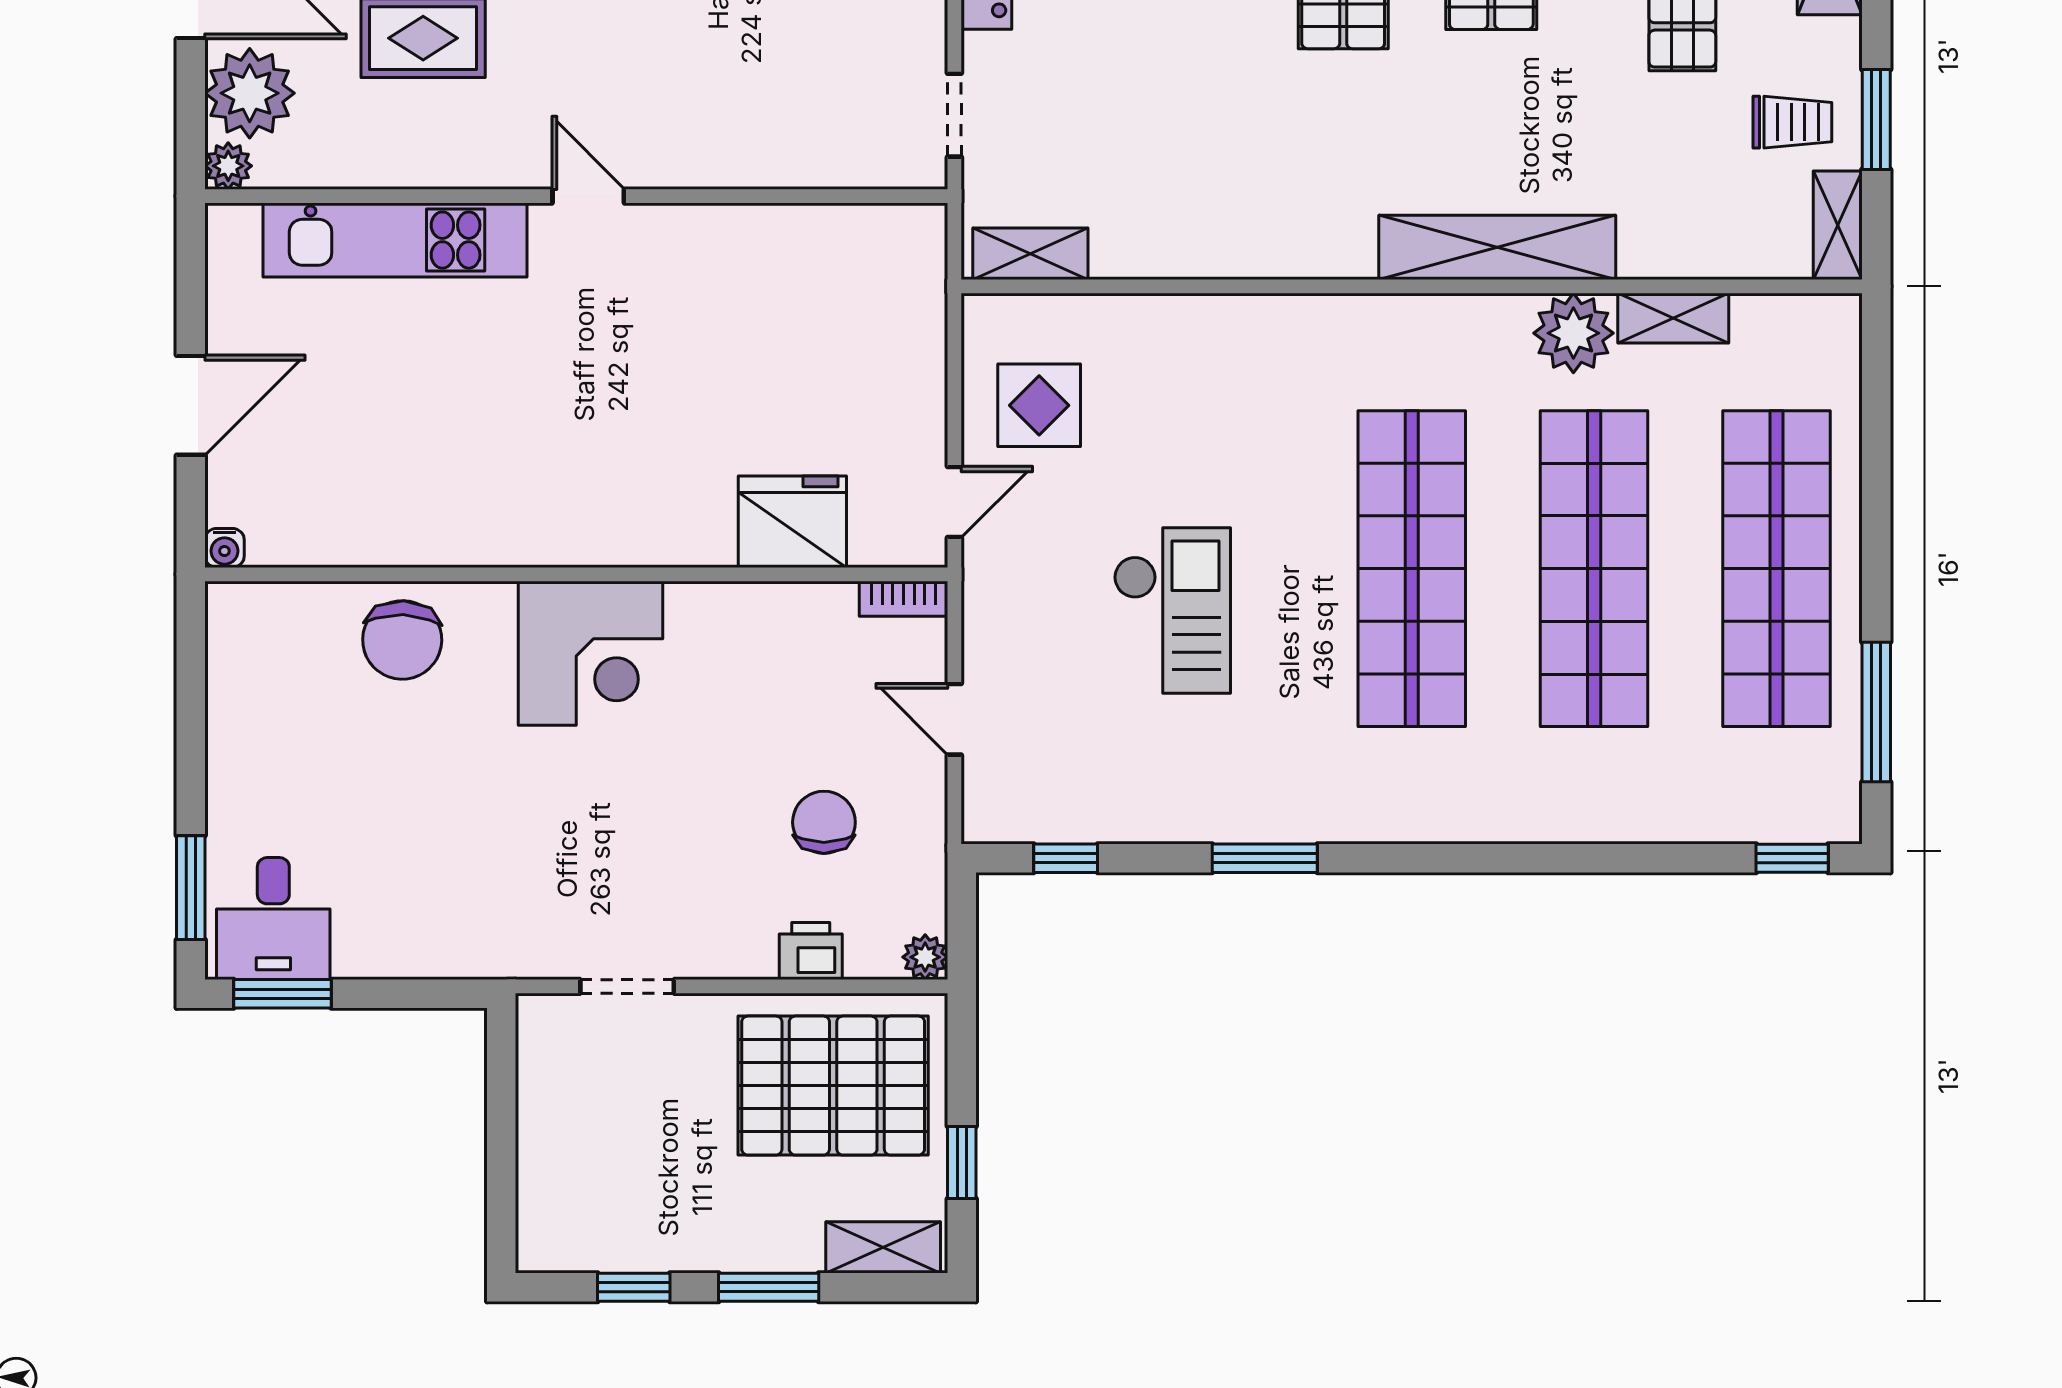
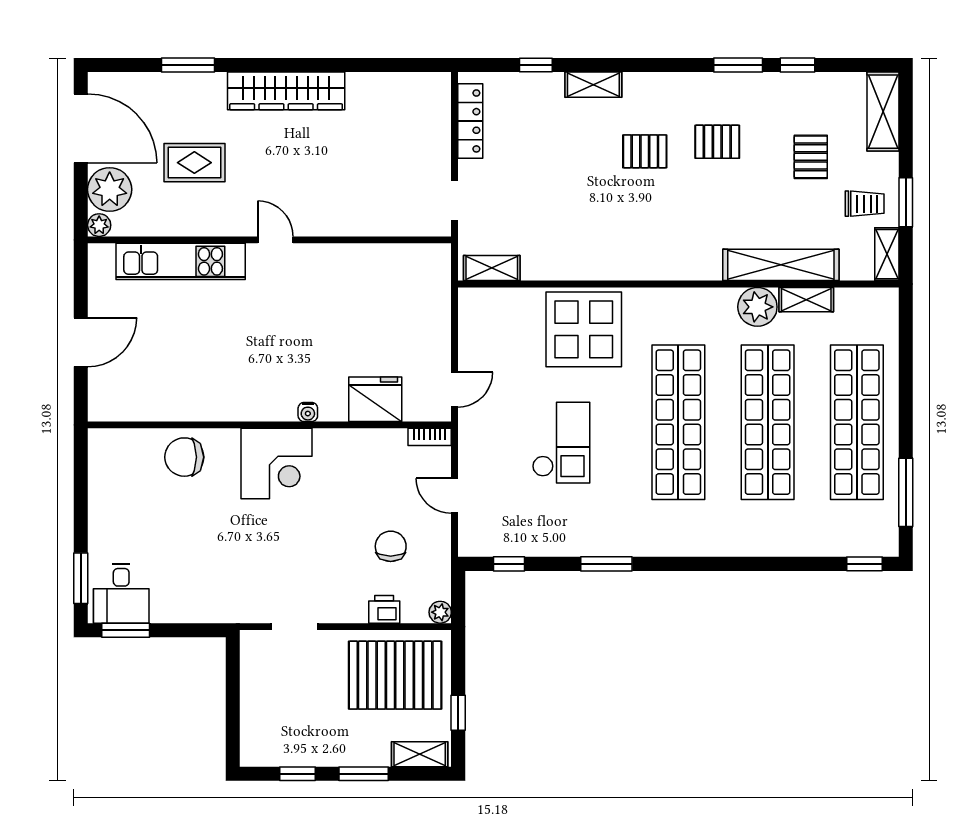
shelving: (1497, 247) -> (781, 265), moved
display table: (1039, 405) -> (584, 329), moved, width x1.86, depth x1.86
water cooler: (224, 548) -> (308, 412), moved
chair: (402, 640) -> (184, 457), turned 88

